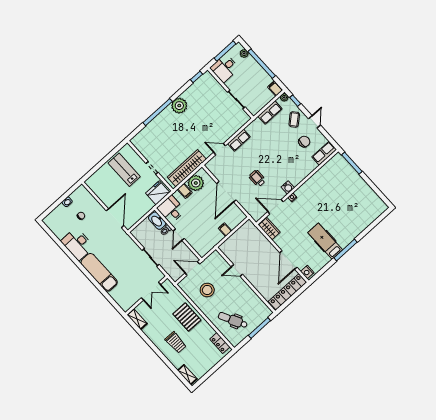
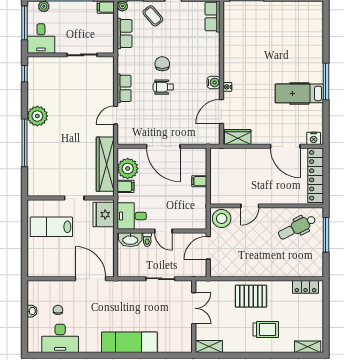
chair: (304, 142) -> (162, 64), moved
wheelchair: (257, 178) -> (163, 87), moved
desk: (77, 244) -> (60, 338), moved
stool: (207, 290) -> (222, 219), moved
dental chair: (233, 320) -> (297, 227), moved

